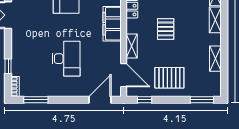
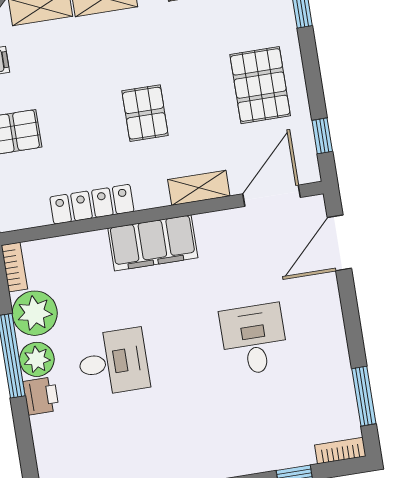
pallet: (166, 29) -> (145, 113), turned 90
desk: (66, 59) -> (254, 339), width x0.73
door: (100, 100) -> (339, 243), hinge flipped

